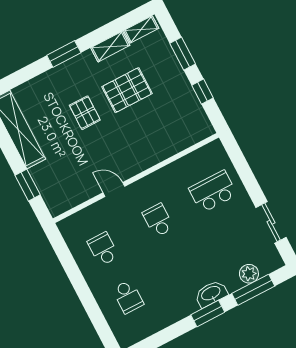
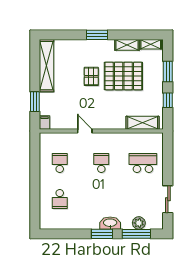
pallet: (127, 90) -> (123, 76), width x1.37, depth x1.41
shelving: (185, 139) -> (143, 123), added
filing cabinet: (55, 206) -> (45, 122), added

